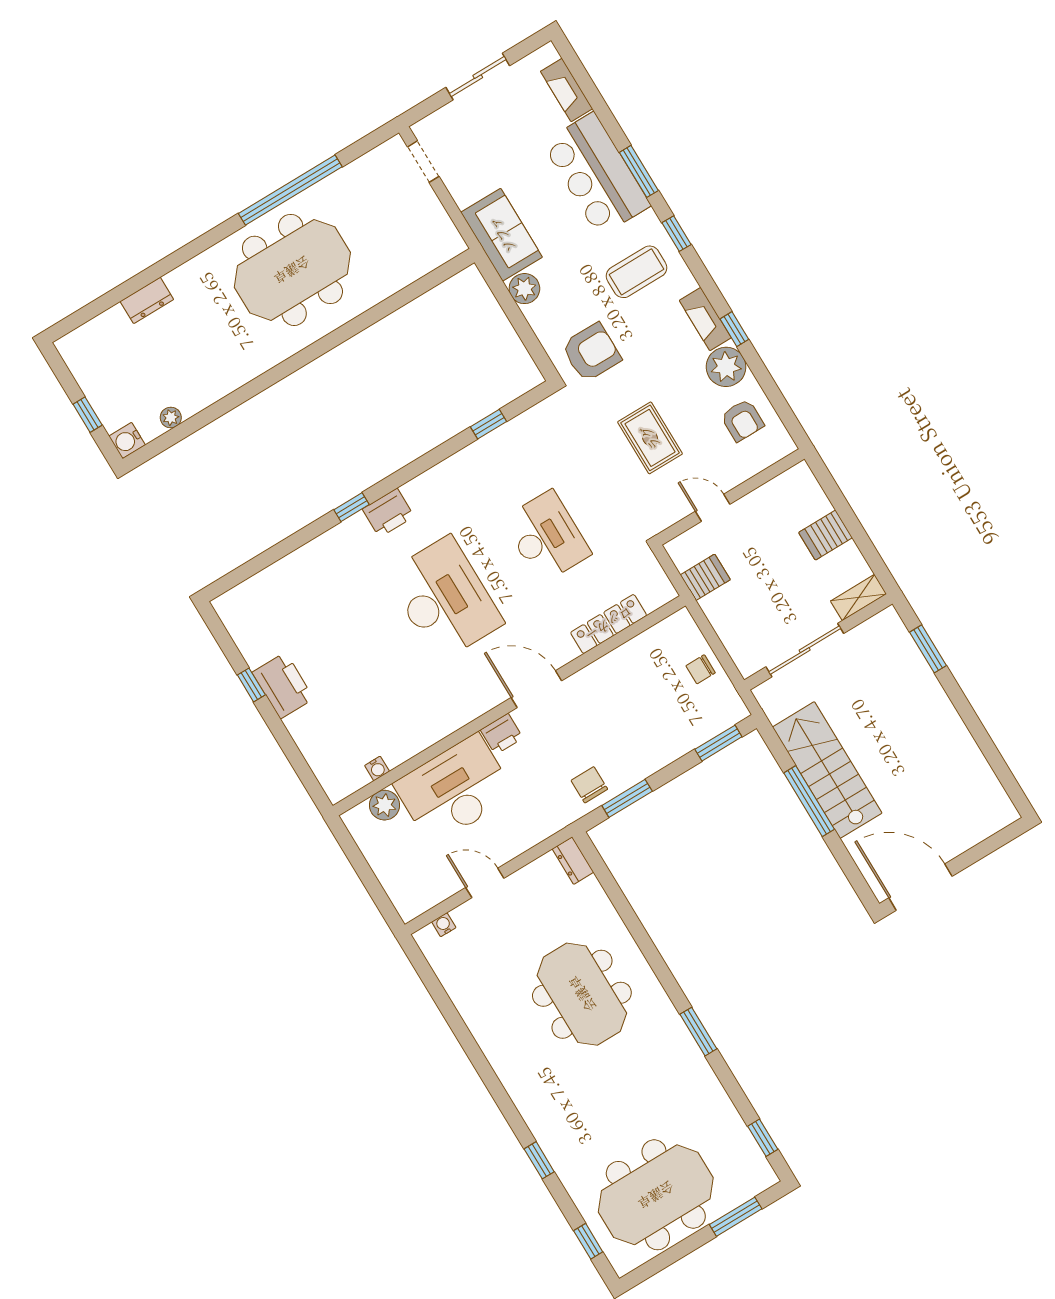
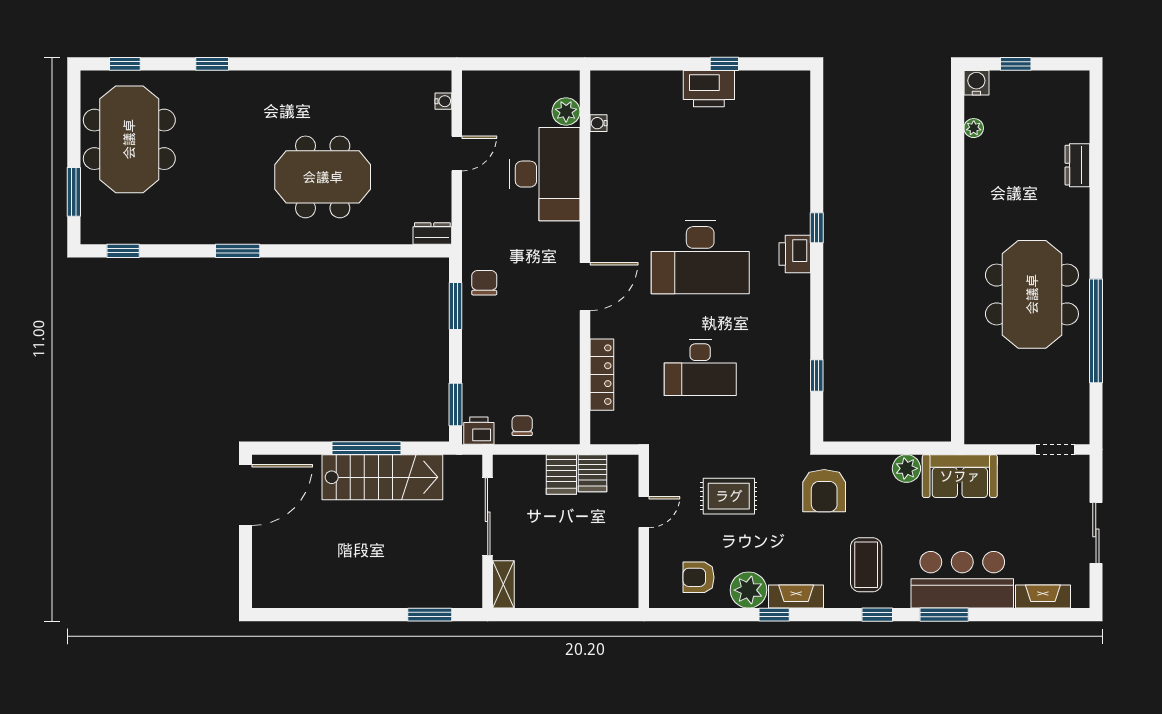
server rack: (826, 535) -> (561, 474), moved, turned 180
printer: (502, 734) -> (479, 431), moved, turned 90
chair: (589, 785) -> (484, 283), turned -90

